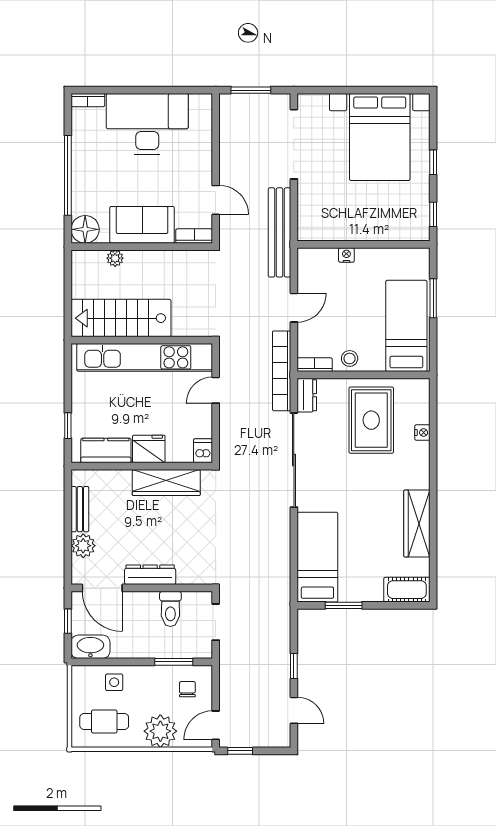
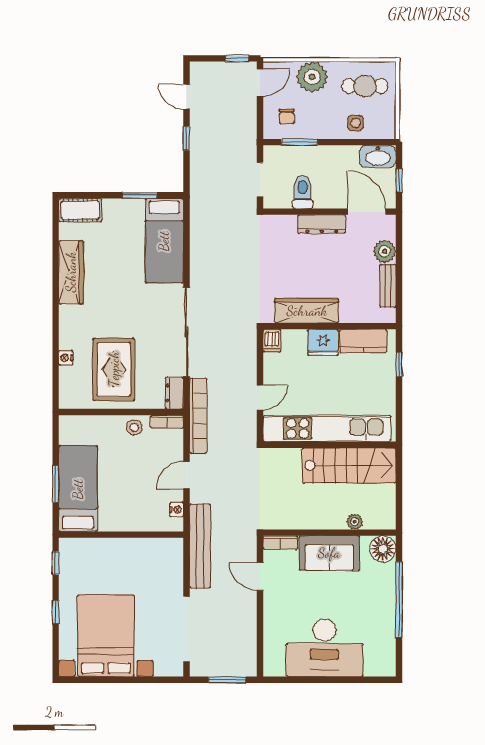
bookcase: (88, 100) -> (380, 670), removed
nightstand: (346, 255) -> (177, 510), moved, turned -90
bed: (406, 326) -> (78, 489), moved, turned 180

